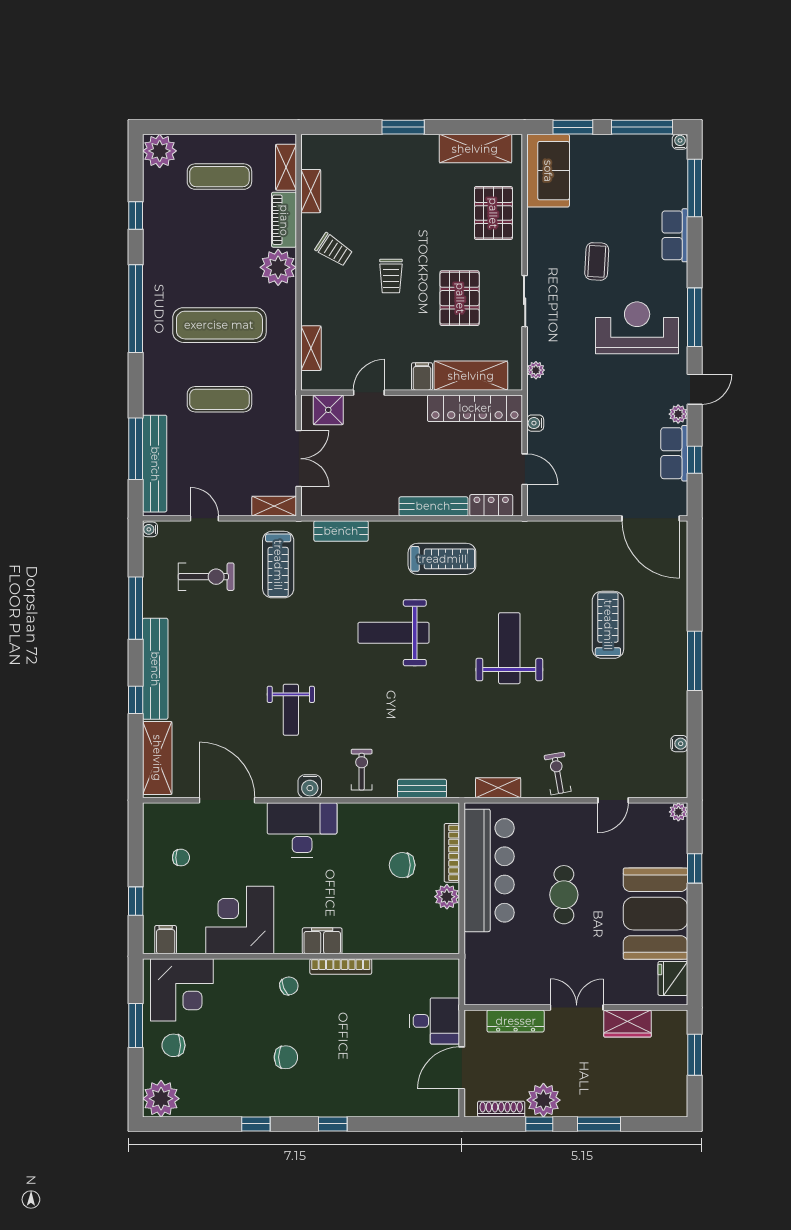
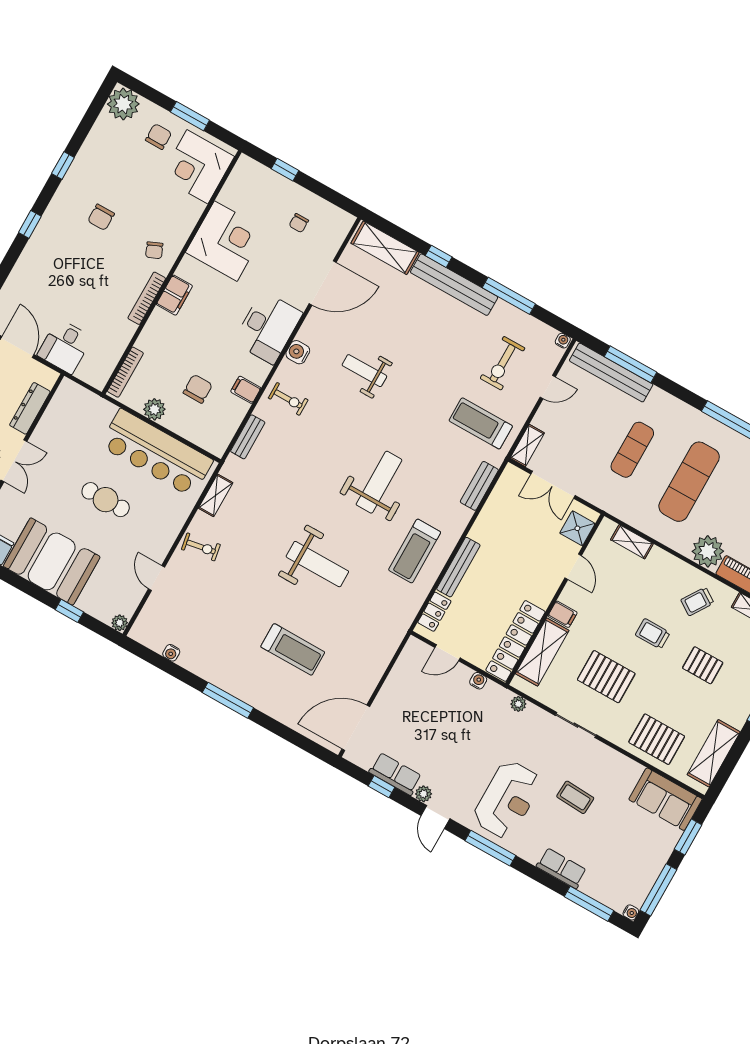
pallet: (394, 209) -> (703, 665), added
bookcase: (452, 853) -> (125, 372), moved, turned 90
filing cabinet: (166, 940) -> (246, 390), moved, turned 180

